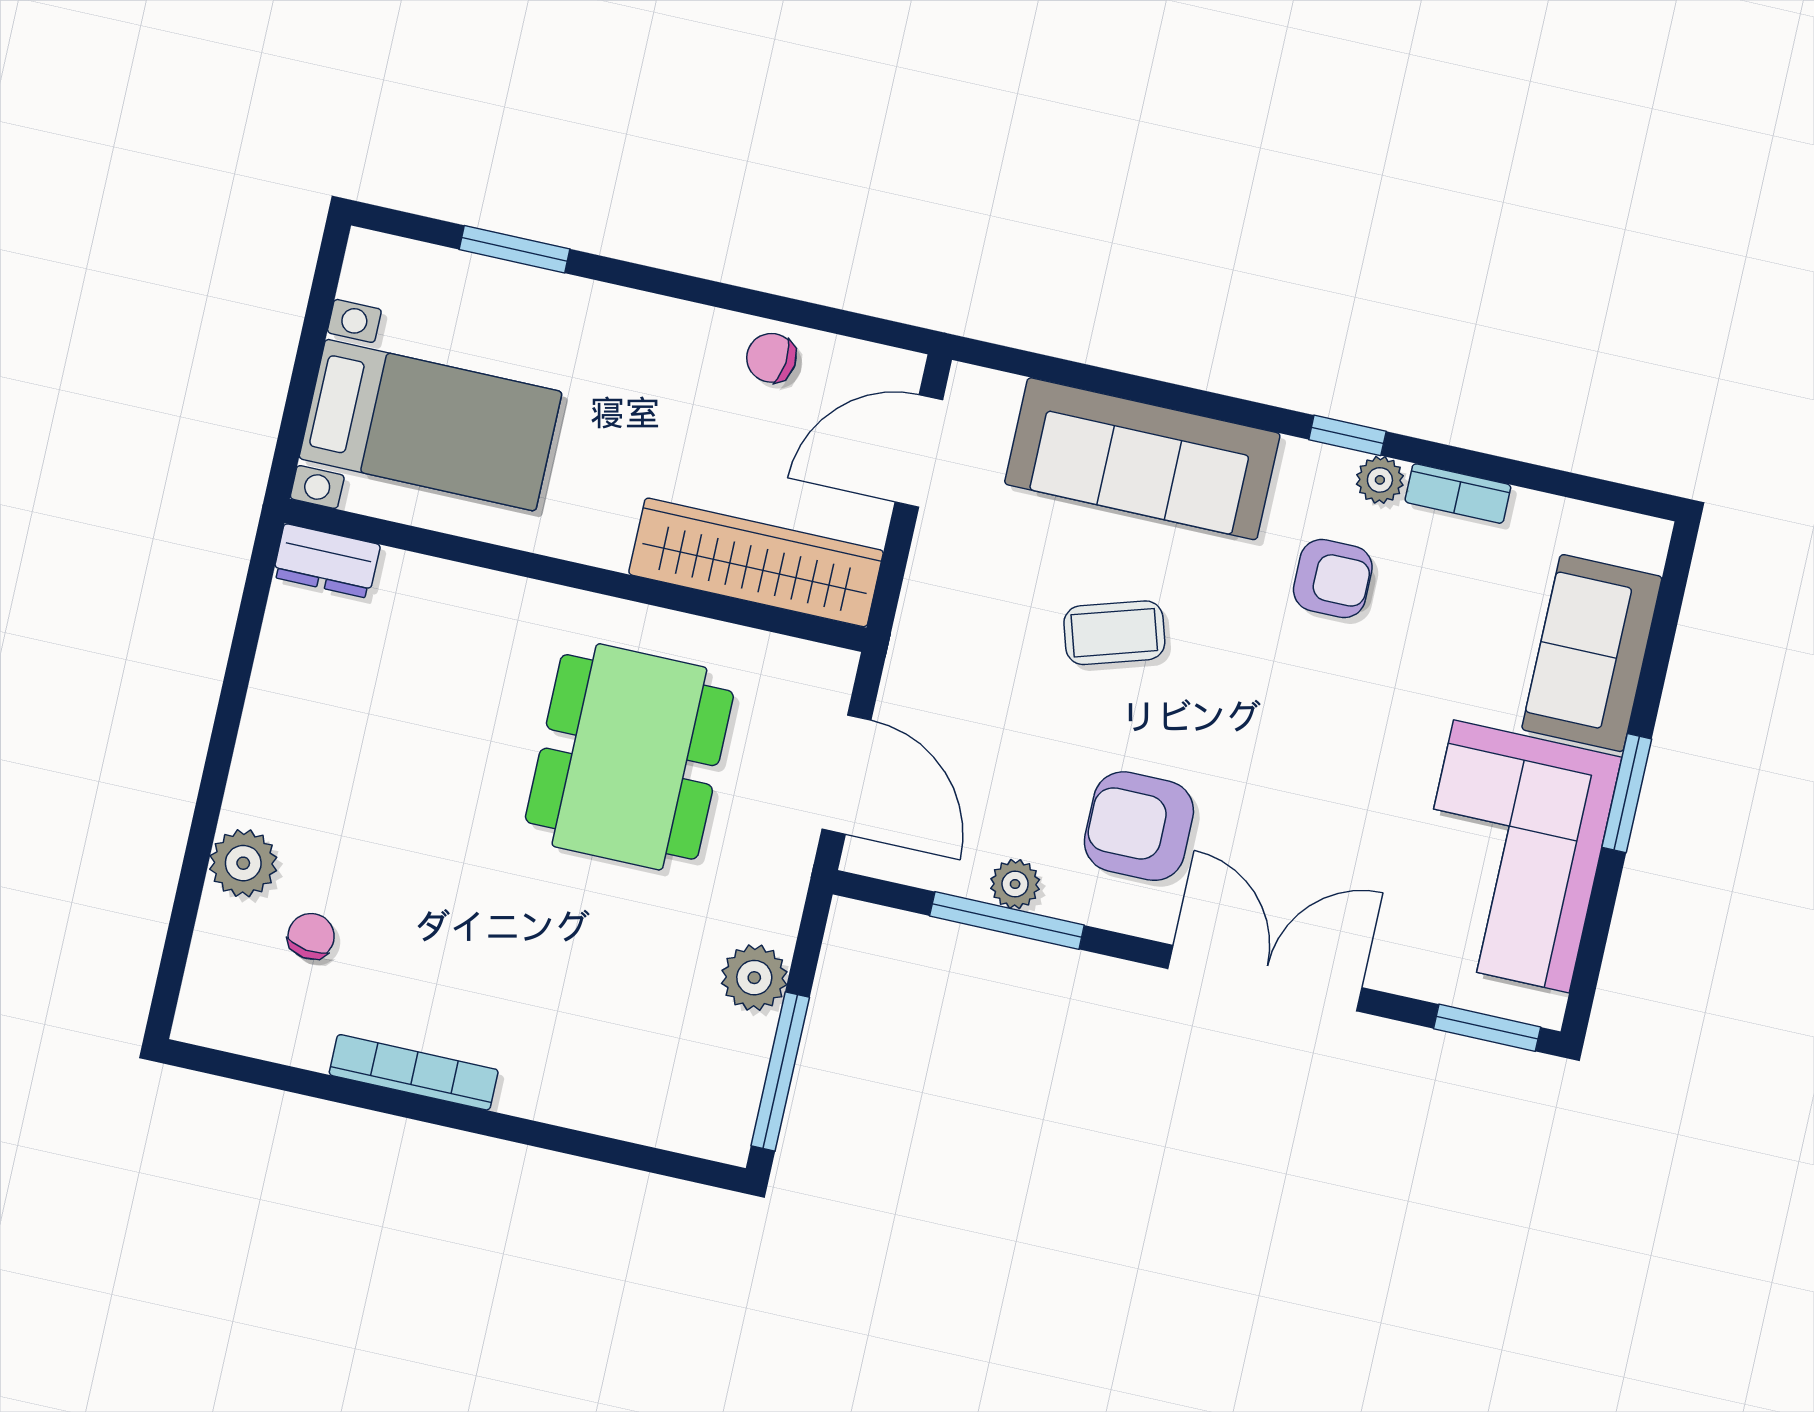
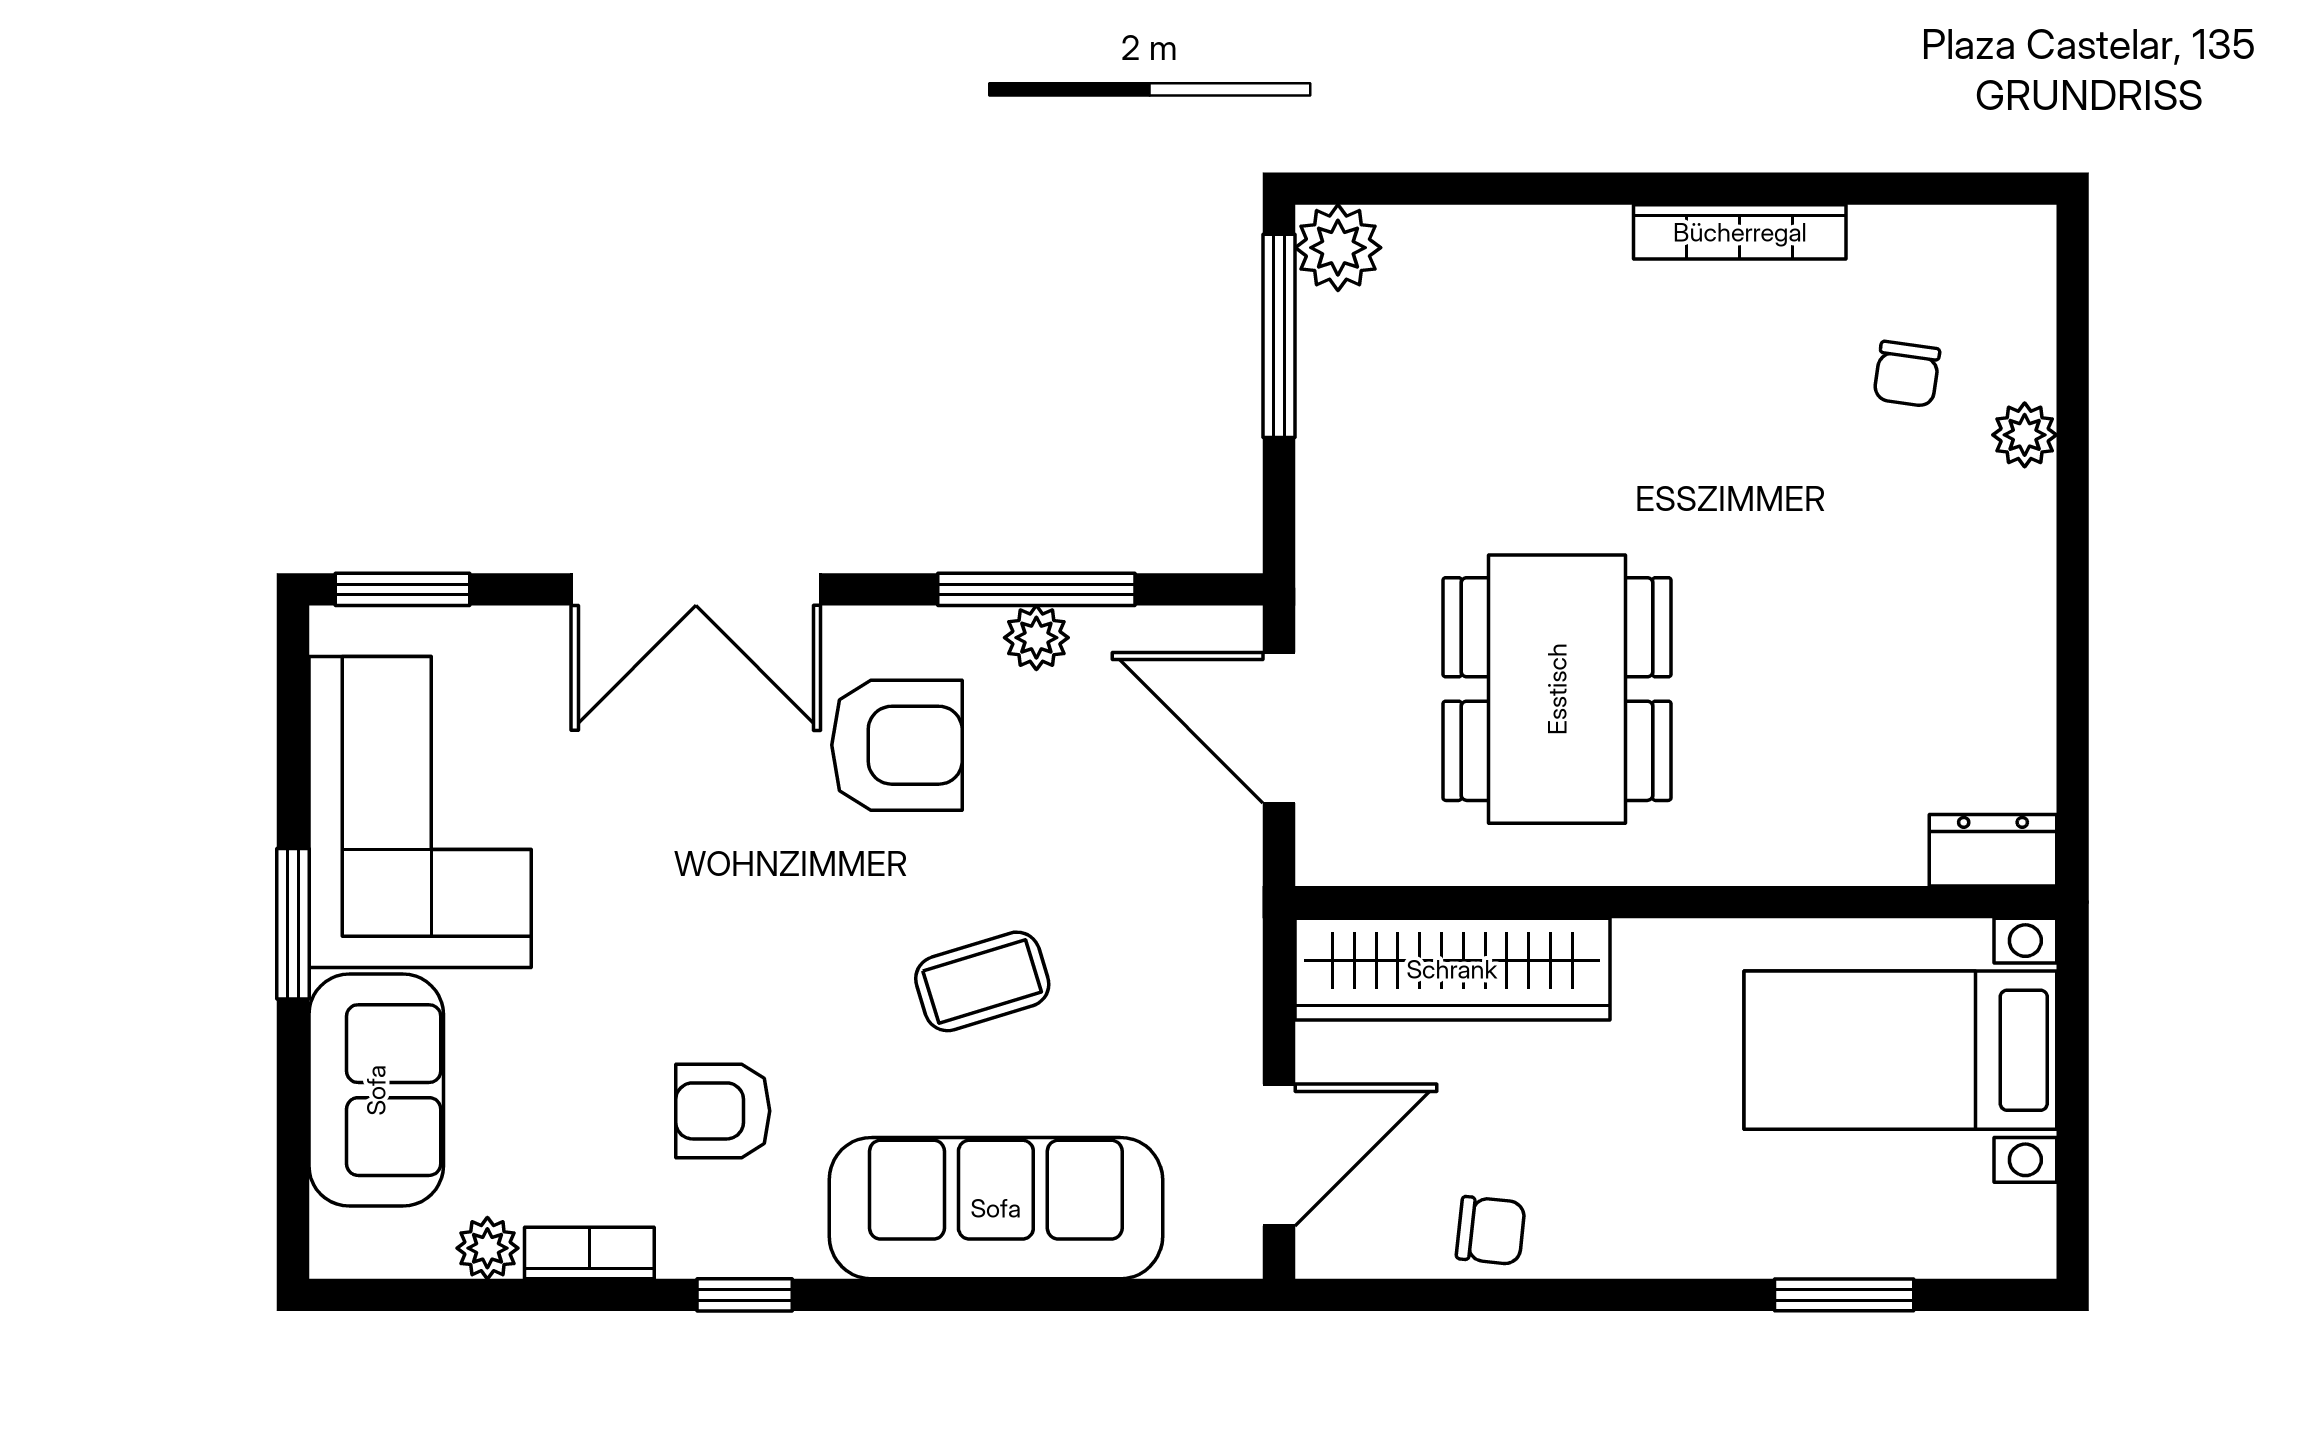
plant: (1380, 480) -> (487, 1248), moved
plant: (243, 863) -> (2025, 435), width x0.73, depth x0.73
plant: (754, 978) -> (1338, 248), moved

